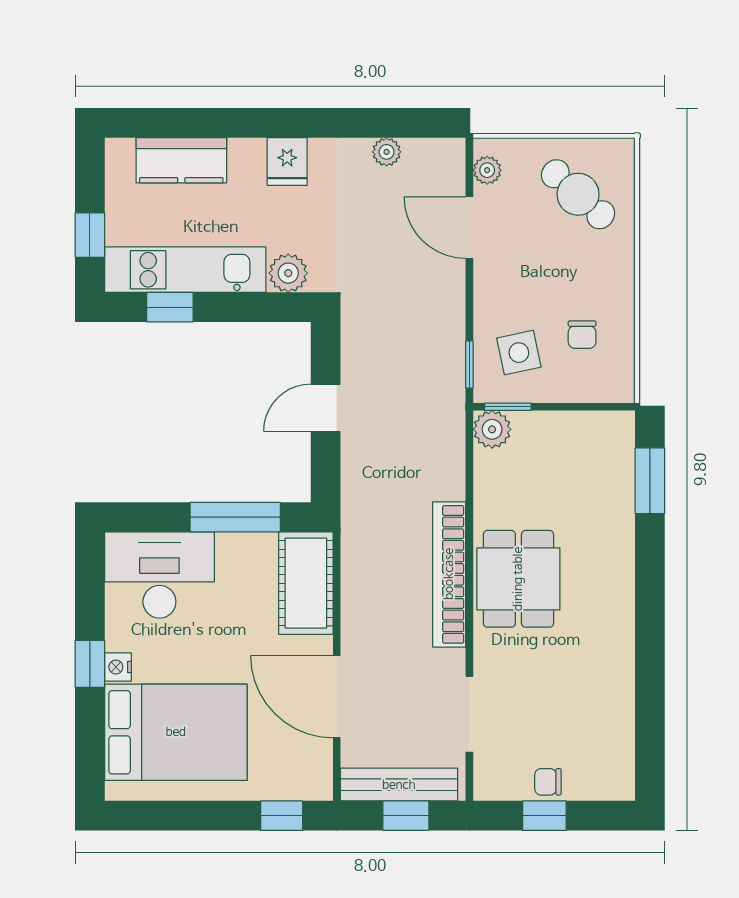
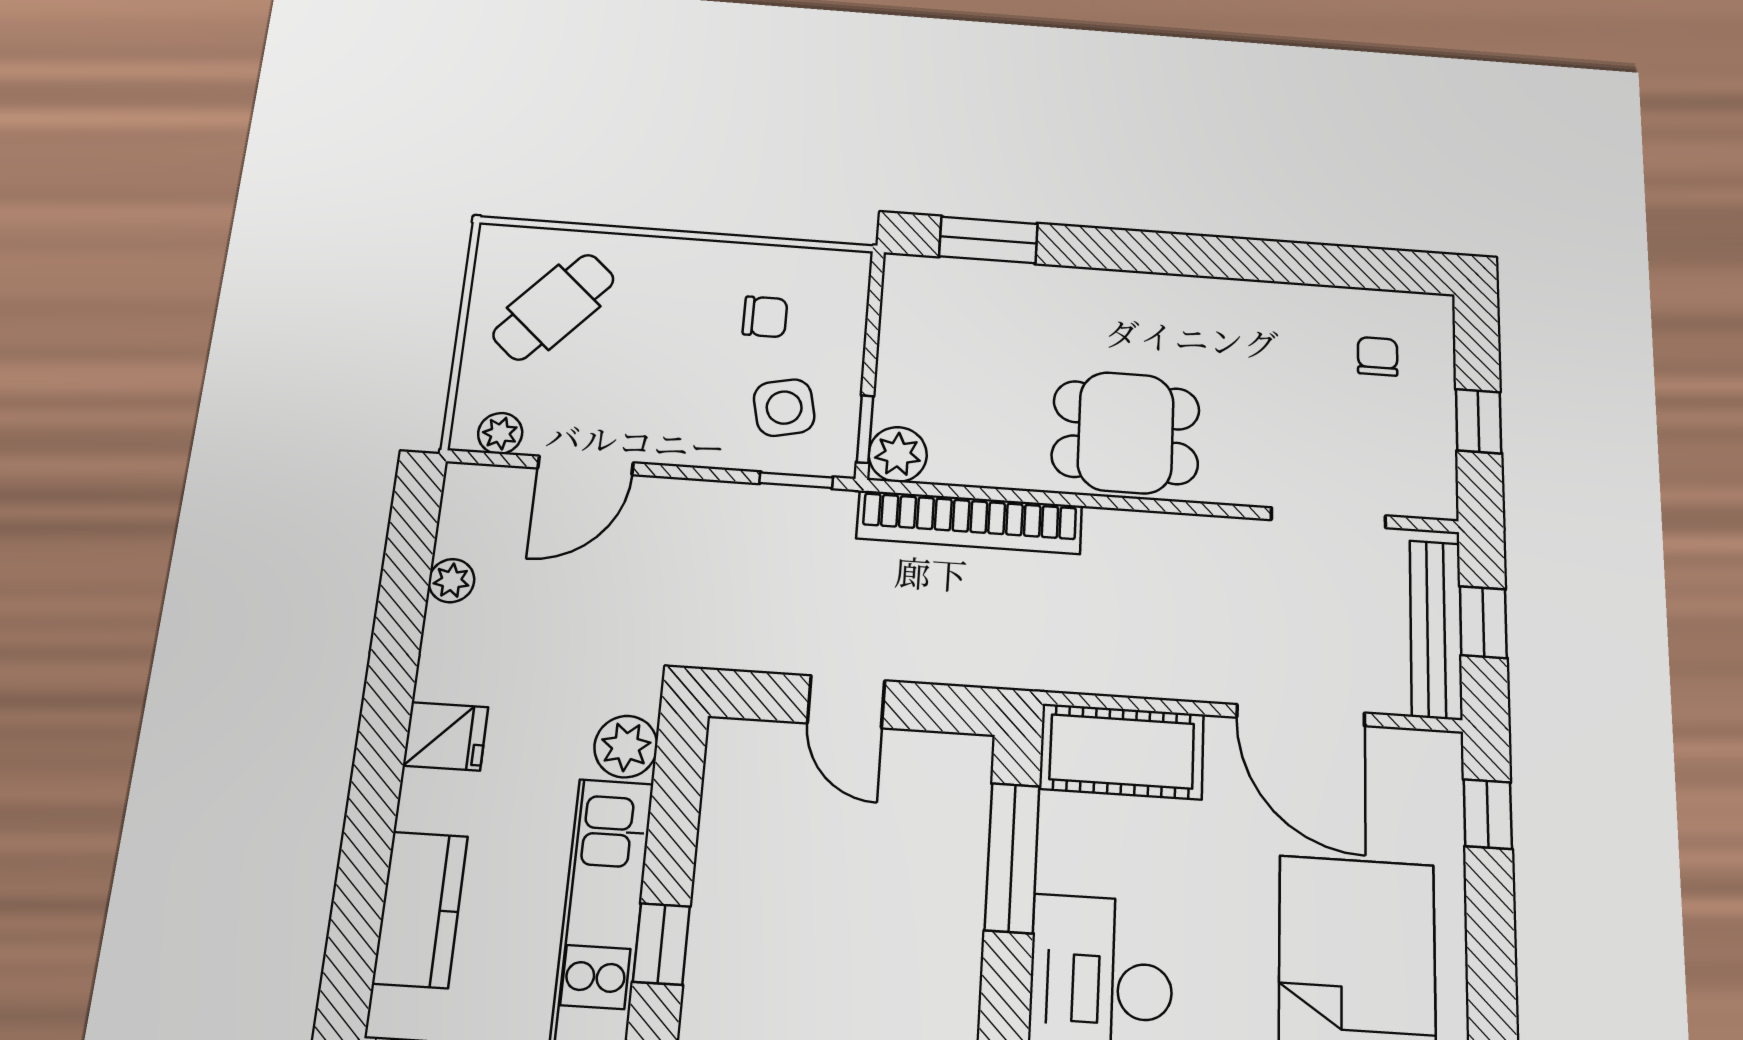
bookcase: (449, 574) -> (970, 522), moved
door: (337, 697) -> (1301, 715), hinge flipped
chair: (548, 782) -> (1378, 356), moved, turned 180

